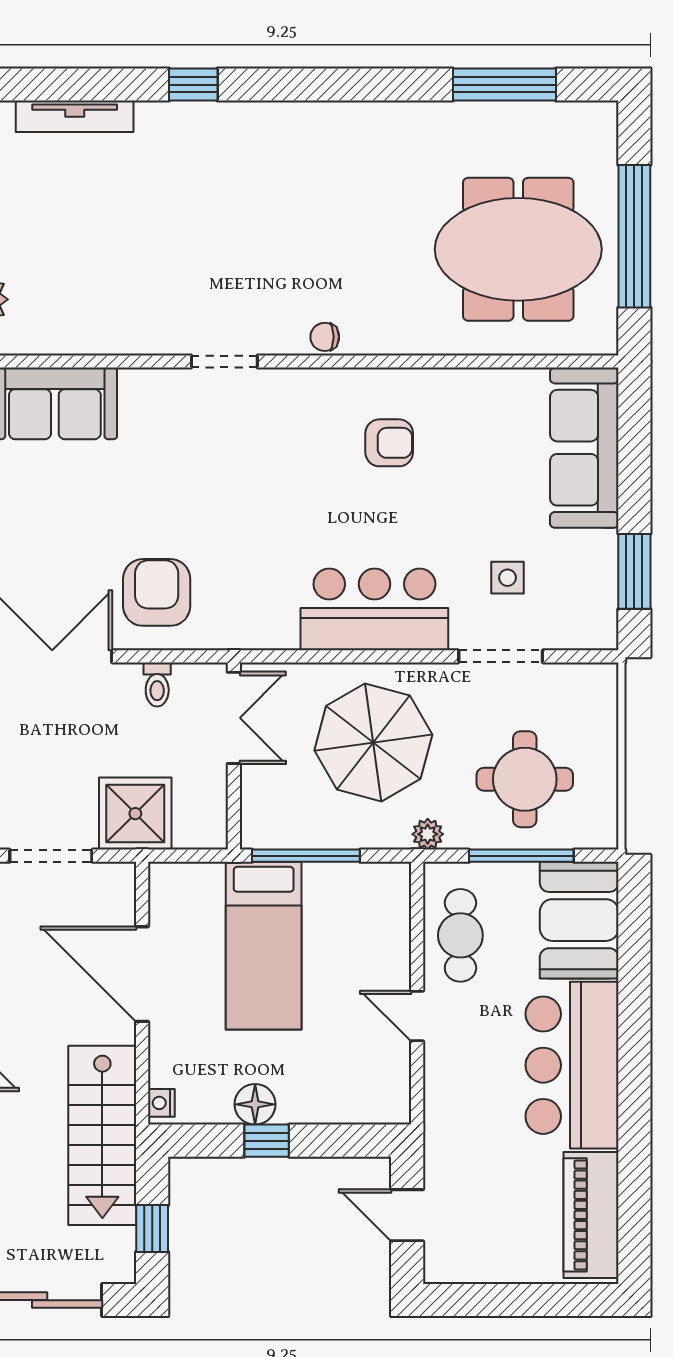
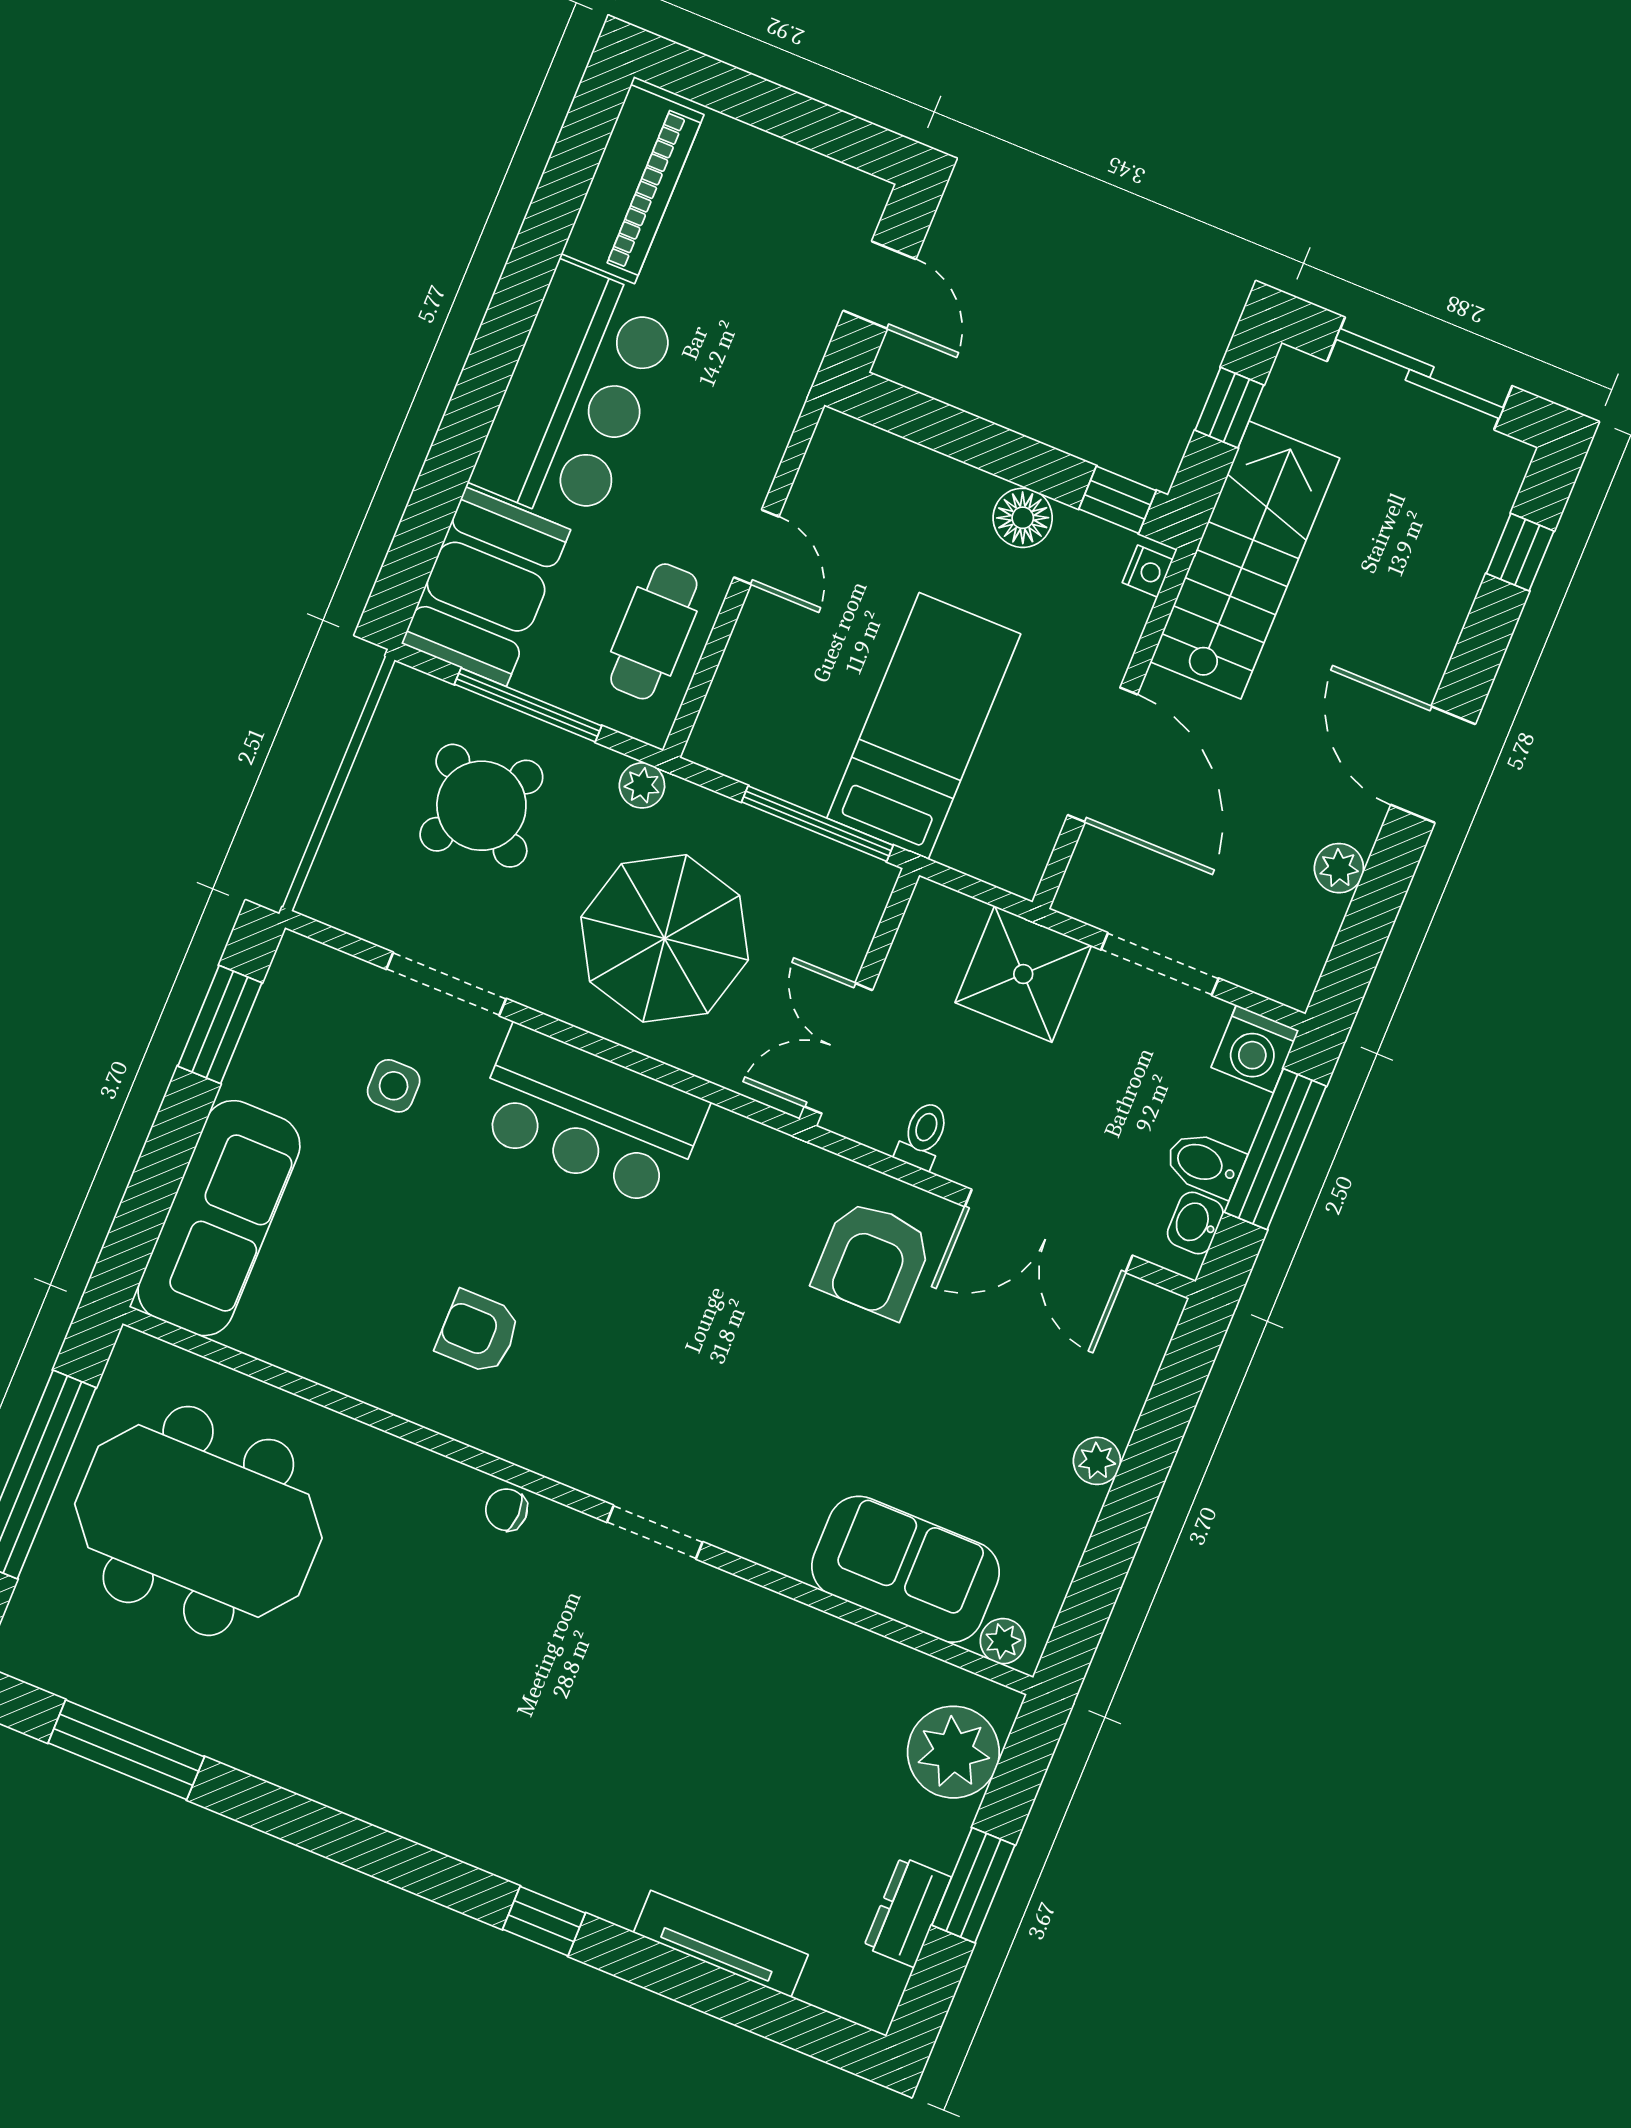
chair: (325, 337) -> (506, 1510), turned 180
round table: (525, 779) -> (481, 806), turned 35
window: (267, 1141) -> (1118, 500), moved

